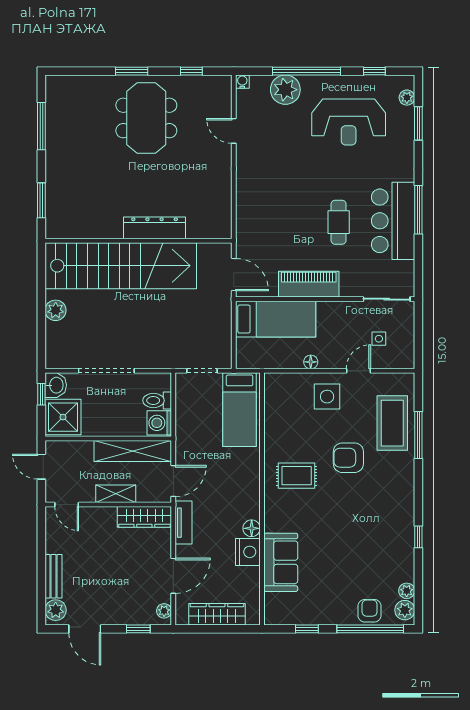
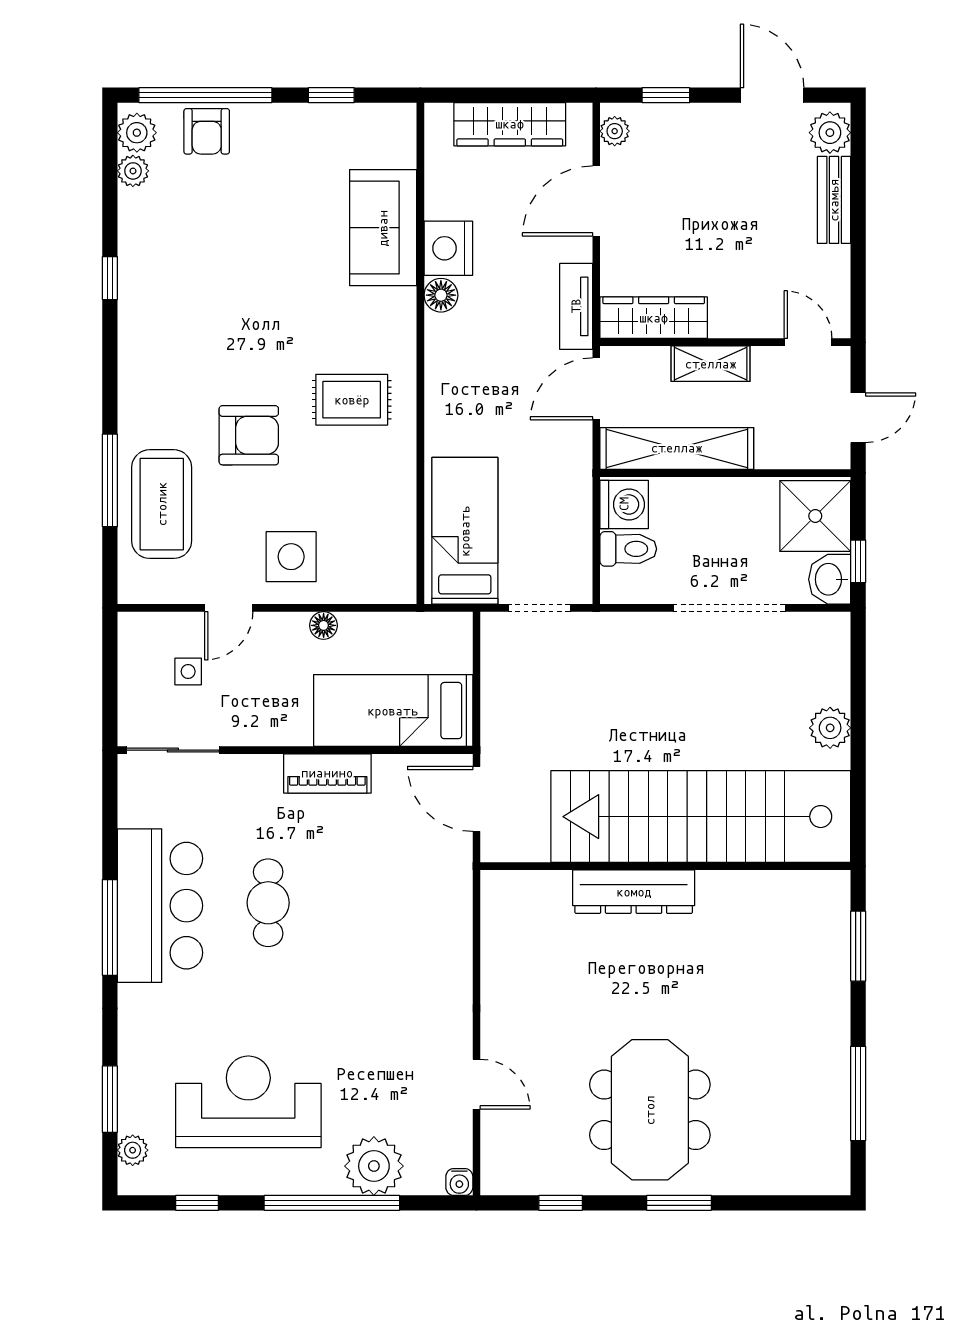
piano: (309, 284) -> (327, 773), width x0.73, depth x0.75
door: (41, 467) -> (858, 418), hinge flipped

